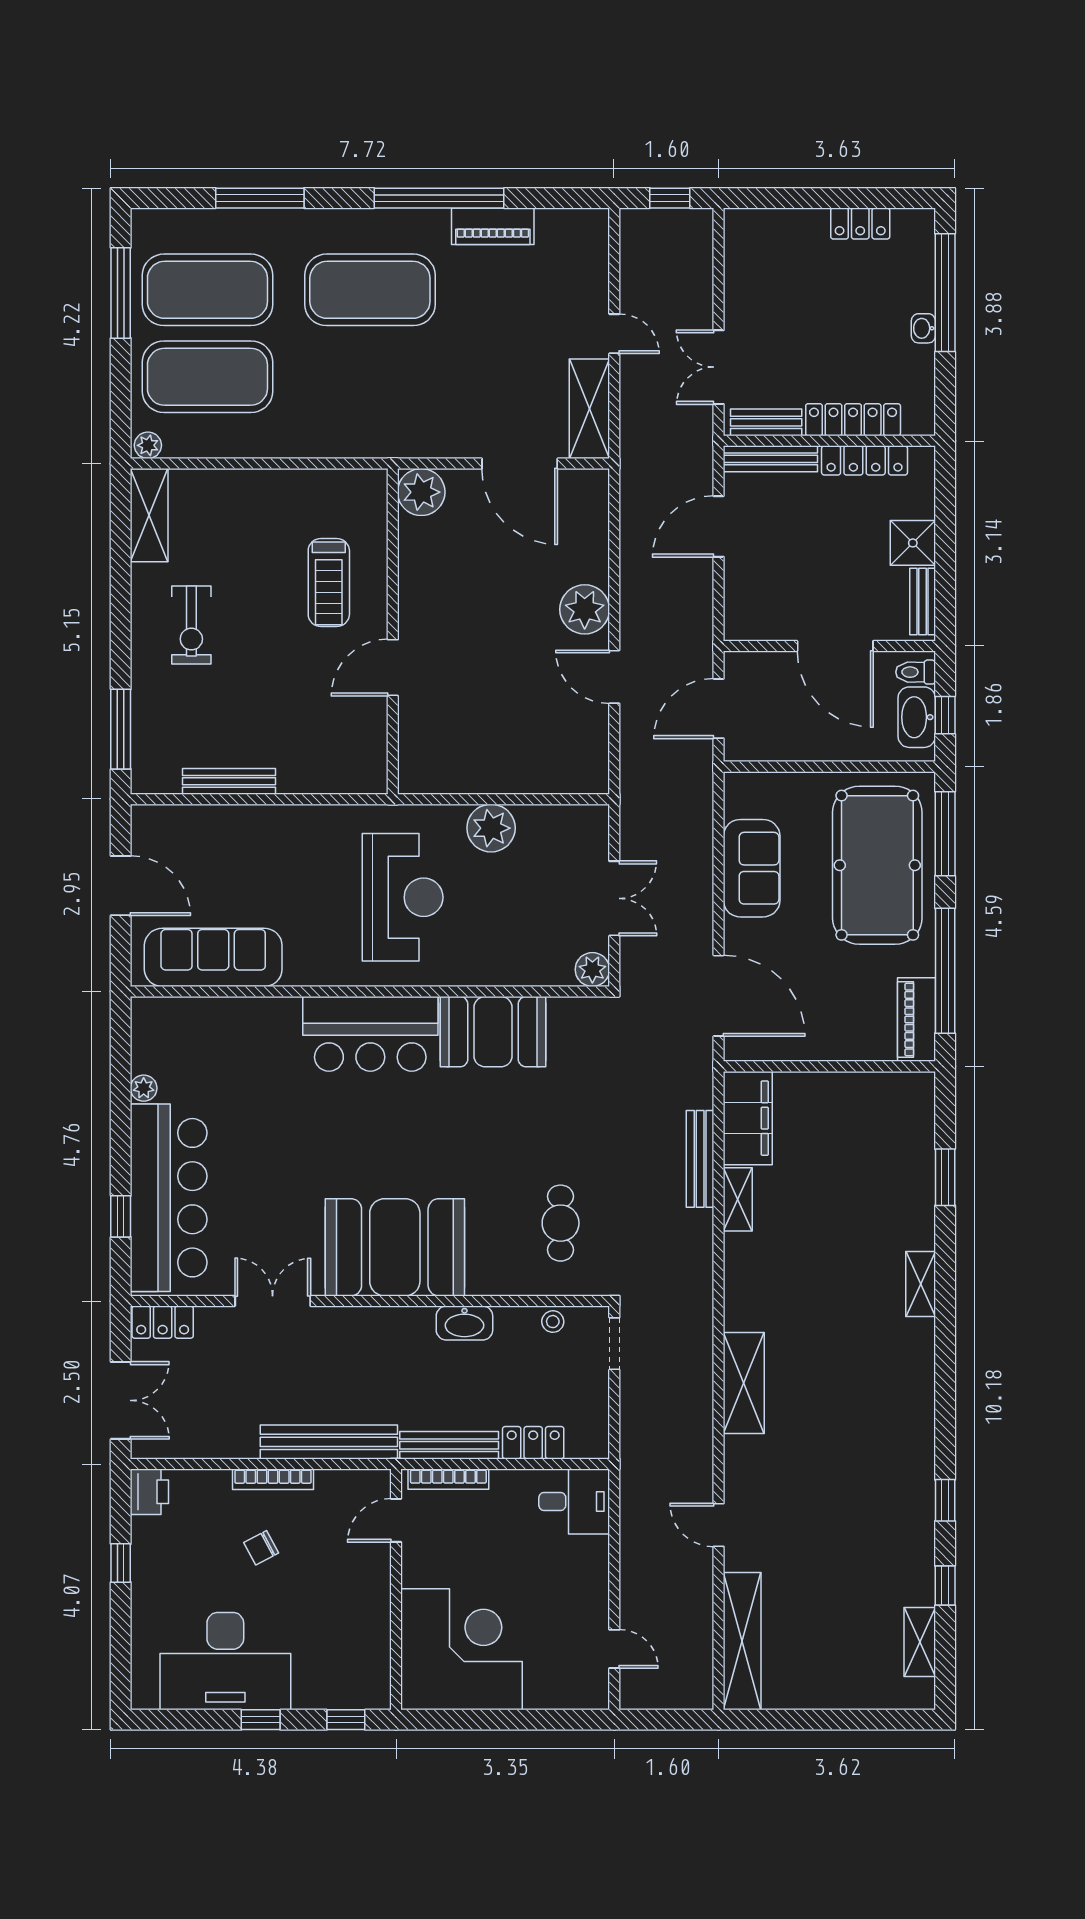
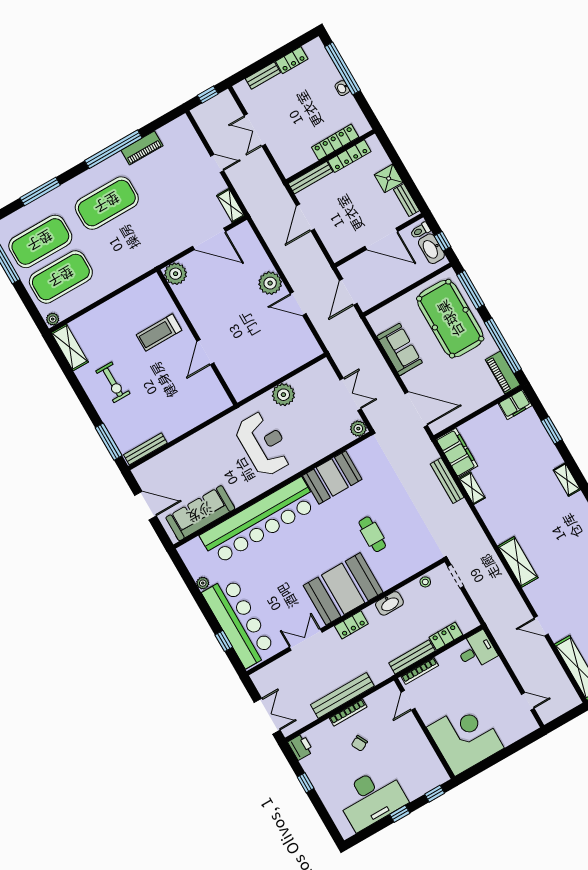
double door: (719, 367) -> (255, 130), moved
shelving: (589, 409) -> (231, 206), width x0.67, depth x0.75
bench: (766, 422) -> (263, 76), moved
treadmill: (329, 582) -> (159, 333), turned 90
bench: (229, 781) -> (145, 449), moved
bar counter: (370, 1034) -> (259, 521), width x1.86
filing cabinet: (905, 1091) -> (515, 405), added
cafe table: (561, 1223) -> (372, 534), moved
locker: (163, 1322) -> (351, 625), moved
bench: (329, 1442) -> (342, 695), moved

